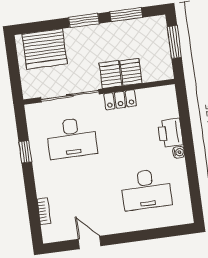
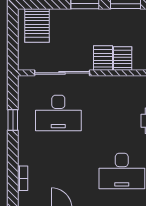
server rack: (45, 49) -> (37, 26), width x0.62
locker: (120, 100) -> (109, 83), removed

